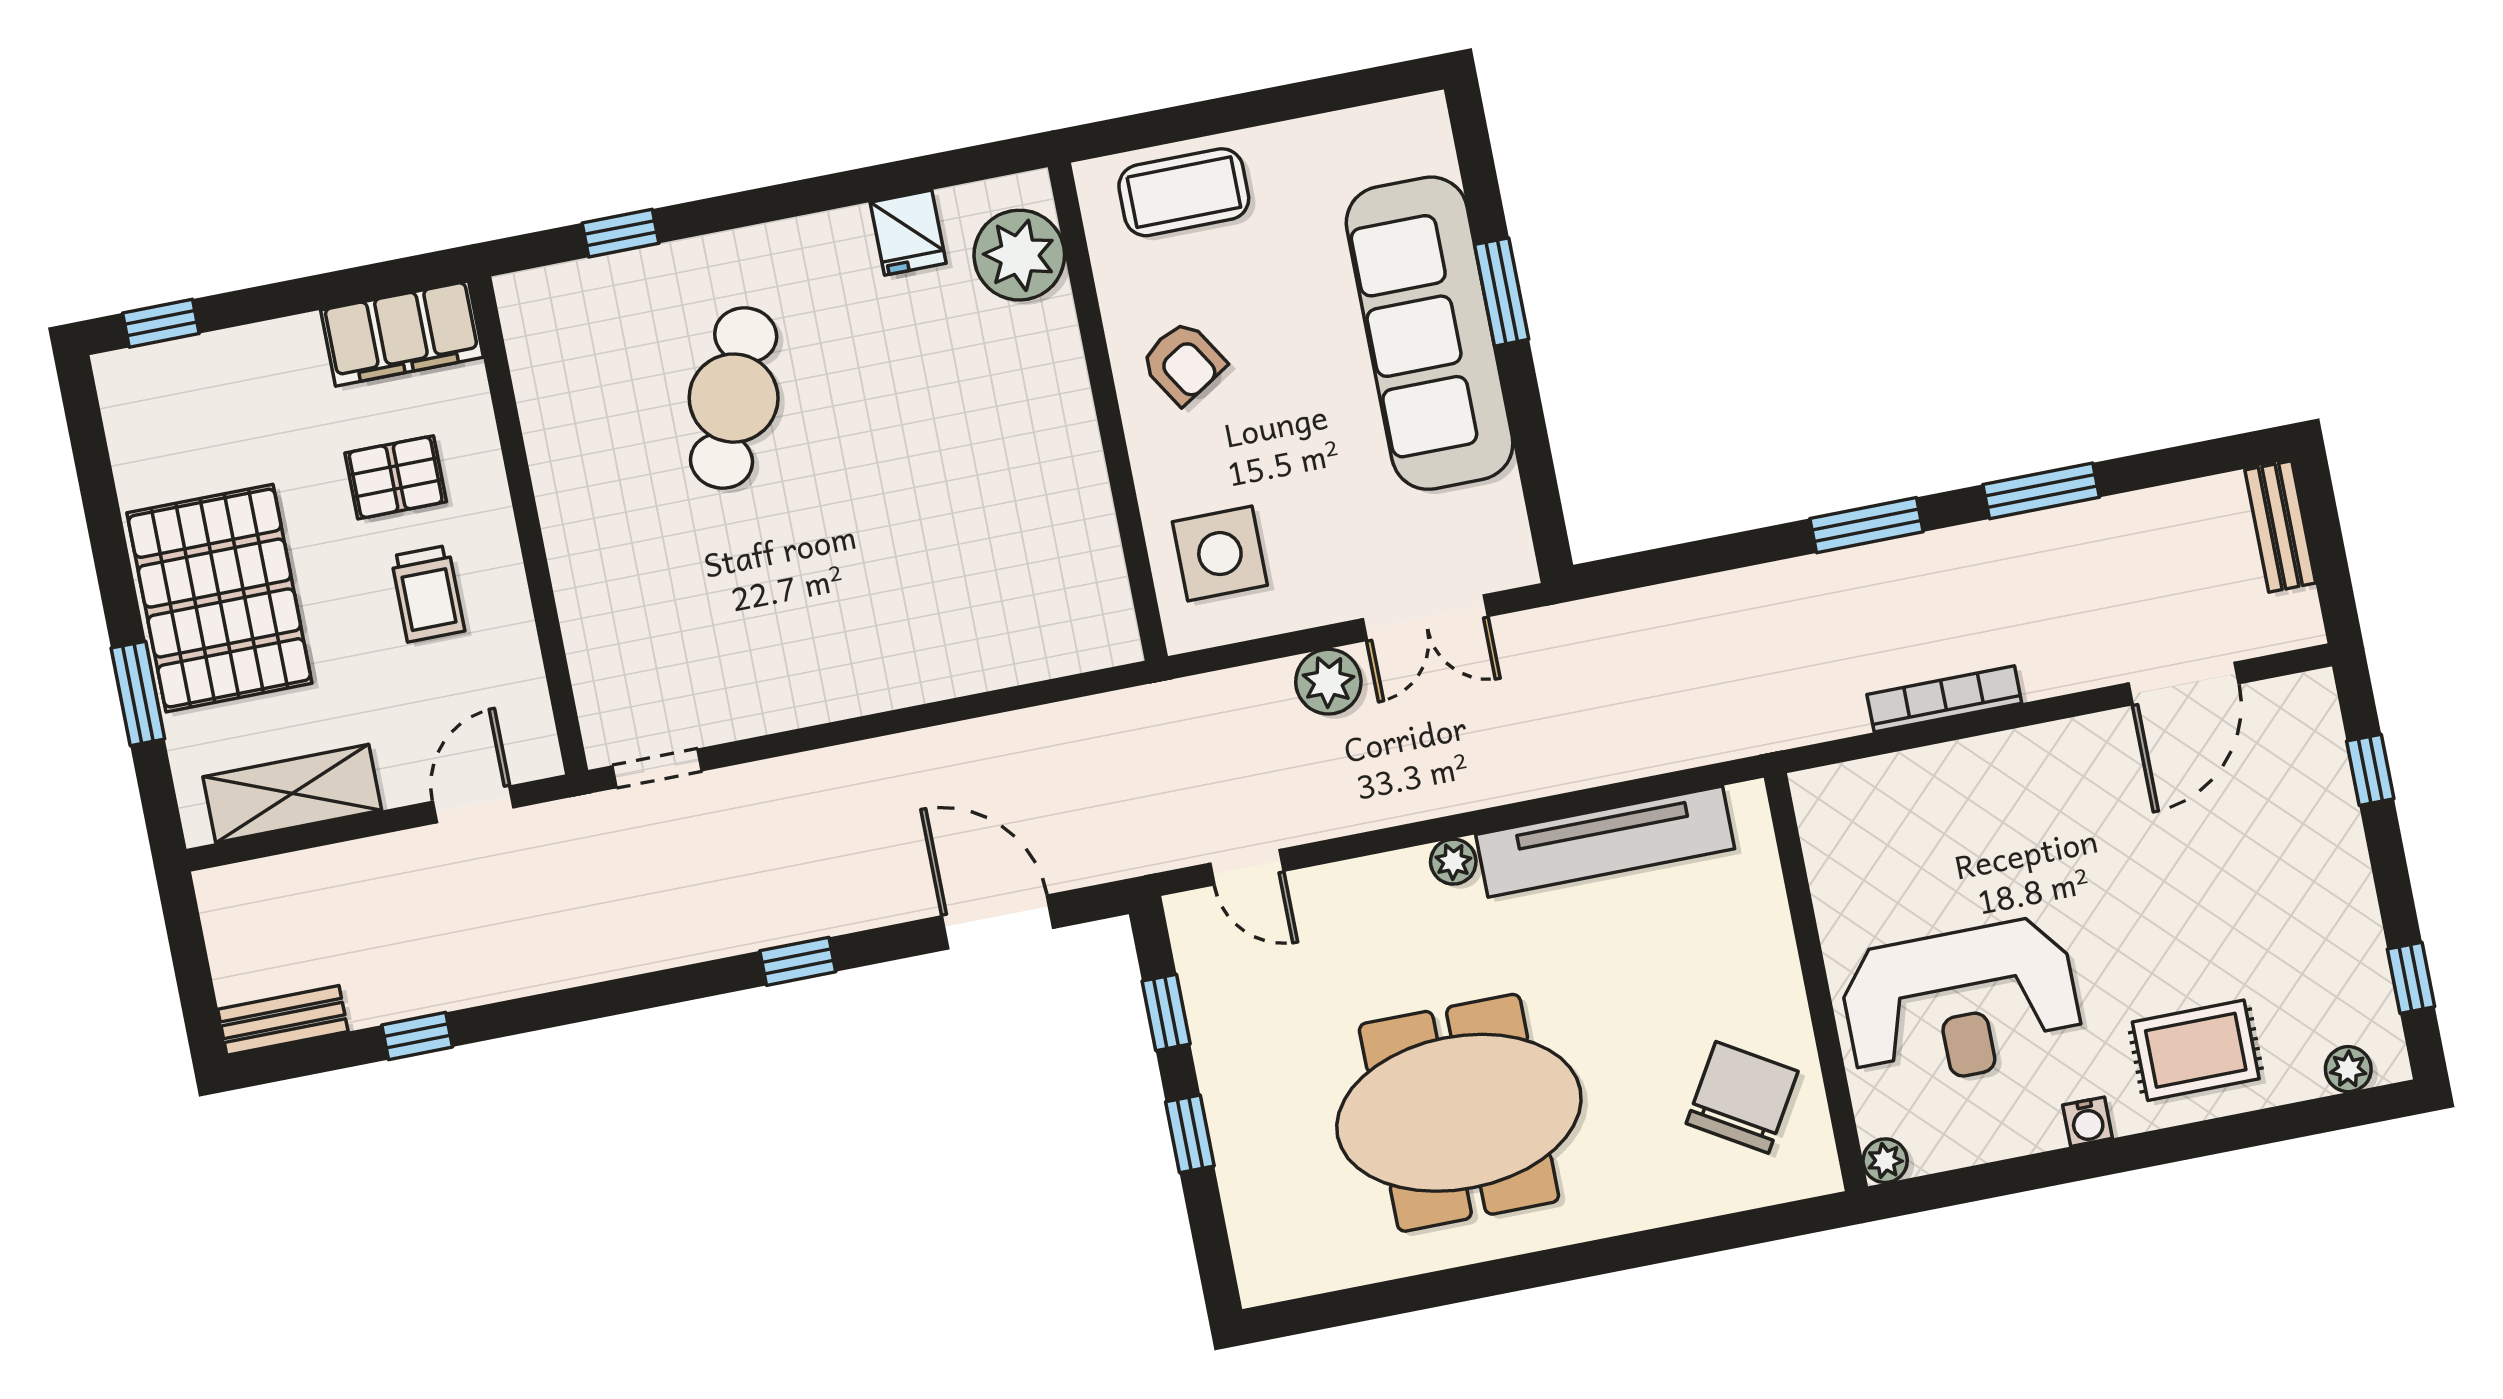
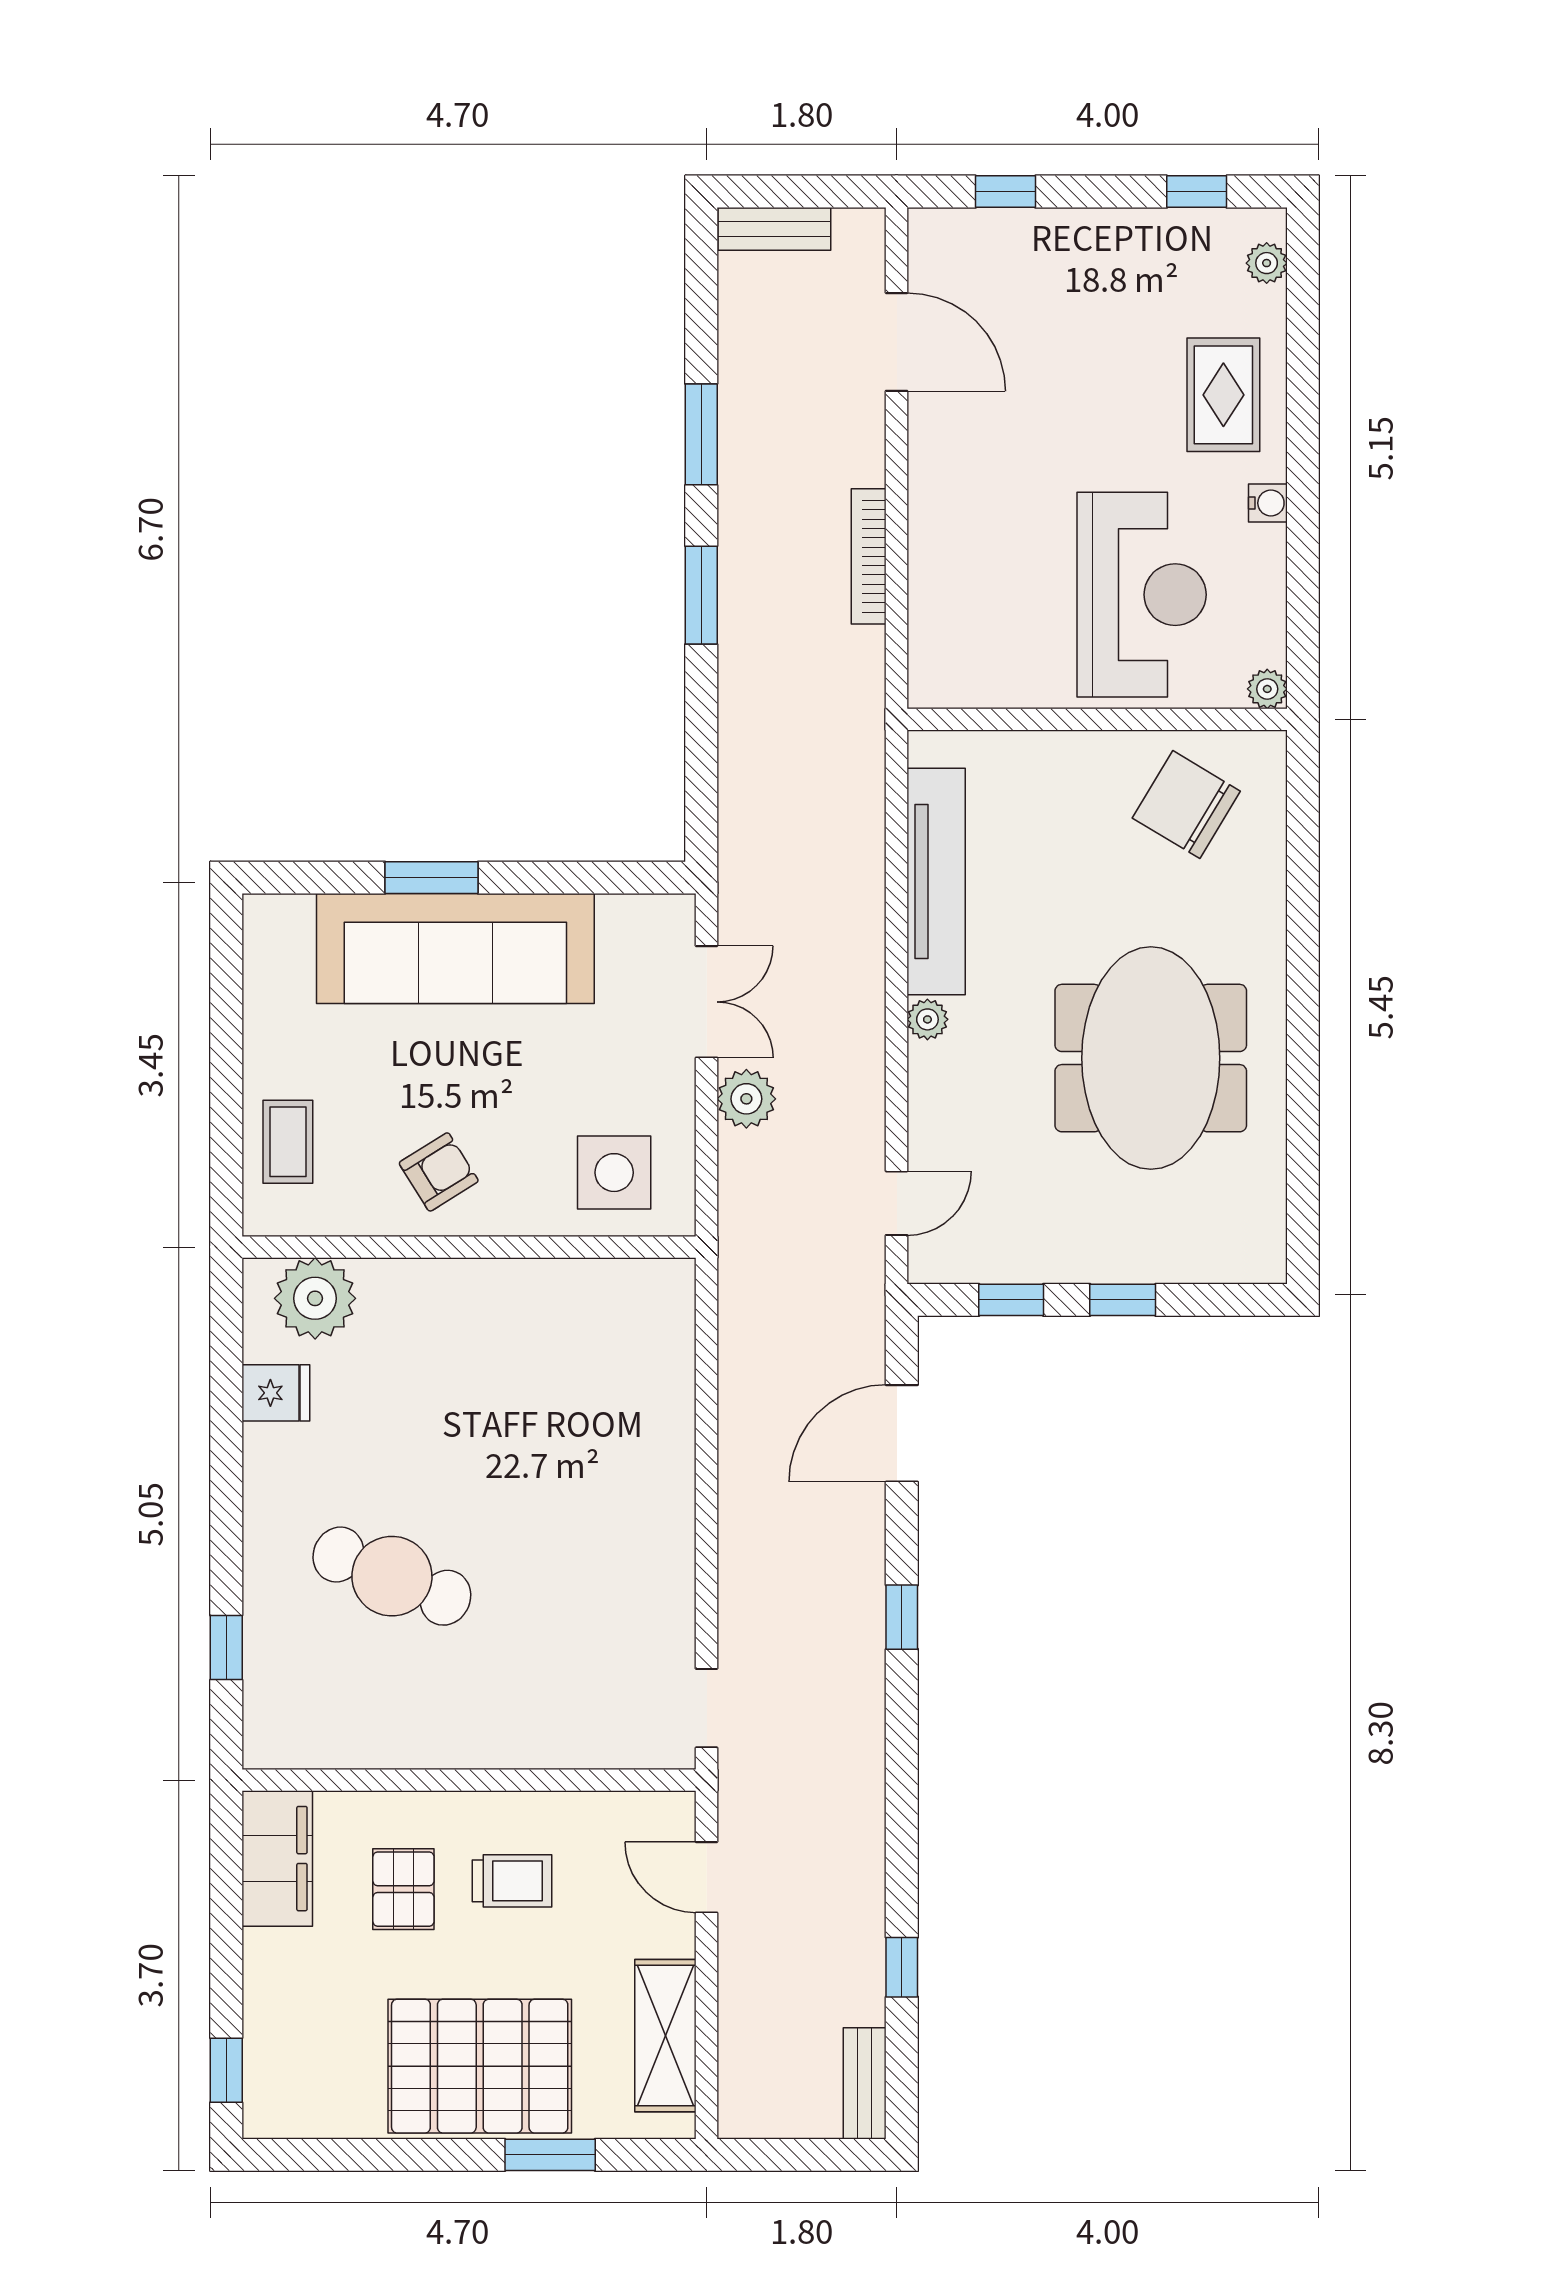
coffee table: (1184, 192) -> (288, 1142), width x0.73, depth x0.77

